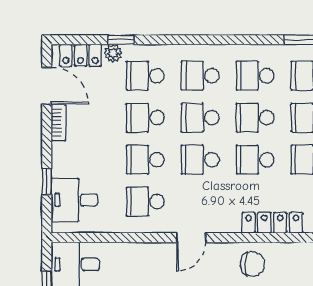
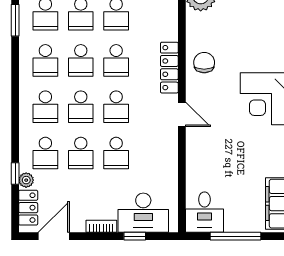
bookcase: (58, 123) -> (101, 226), moved
desk: (75, 200) -> (143, 213), width x1.37
school desk: (145, 202) -> (152, 153), removed
locker: (272, 223) -> (169, 68), moved

